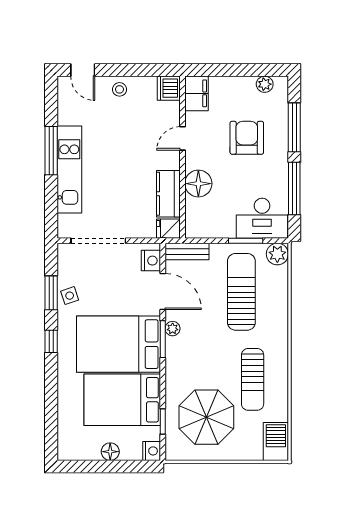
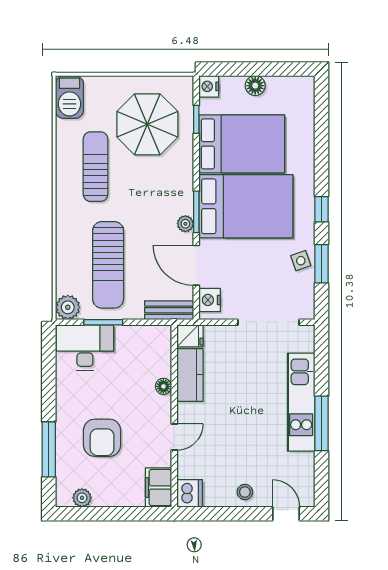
floor lamp: (198, 184) -> (163, 386), width x0.53, depth x0.53
window: (294, 188) -> (49, 381), removed

